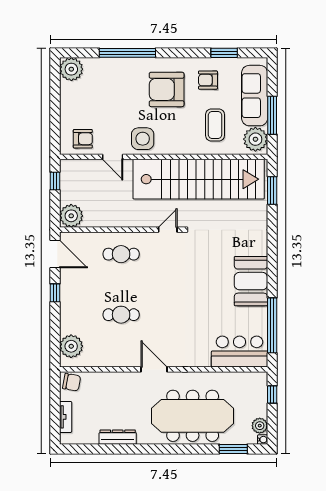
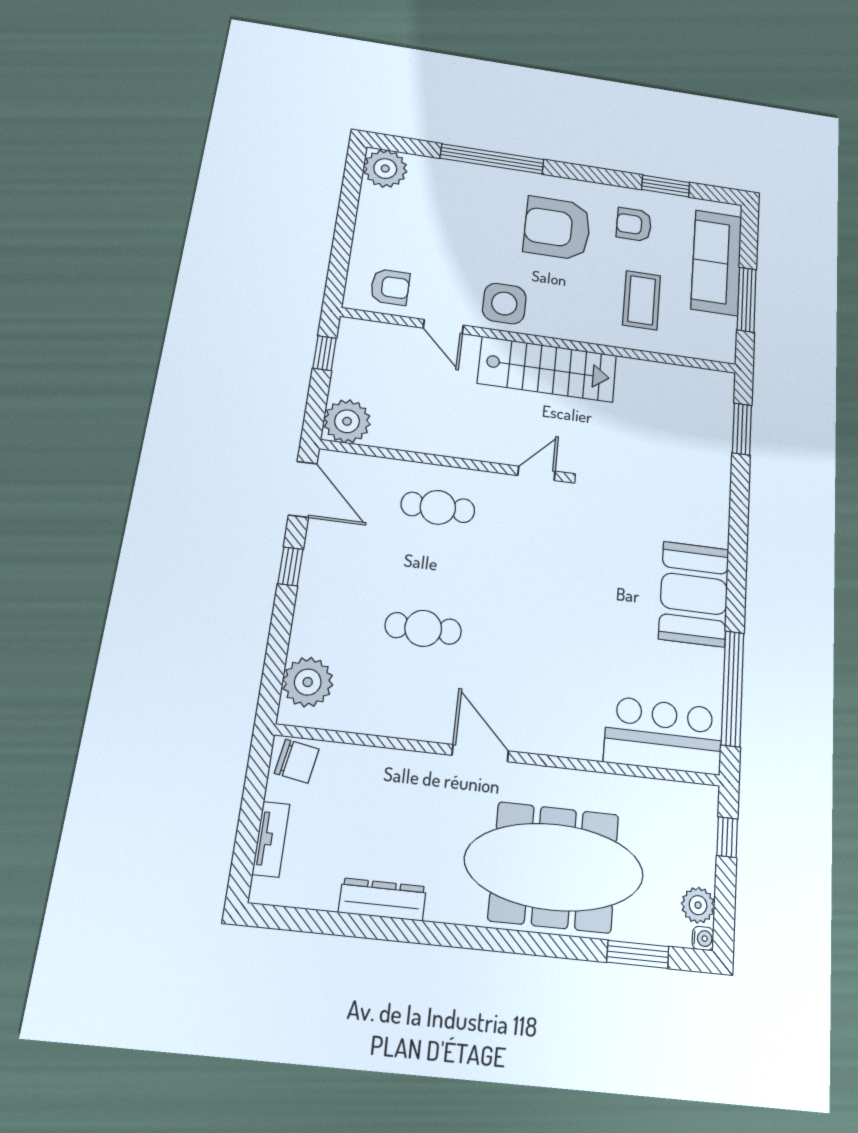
plant: (255, 139) -> (715, 335), removed
stairs: (199, 179) -> (547, 369), width x0.54, depth x0.66

